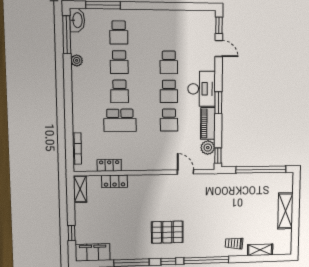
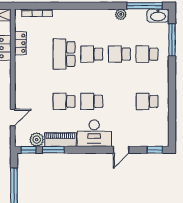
door: (219, 49) -> (121, 150), moved
school desk: (169, 62) -> (147, 101), moved
window: (218, 103) -> (53, 150), moved

